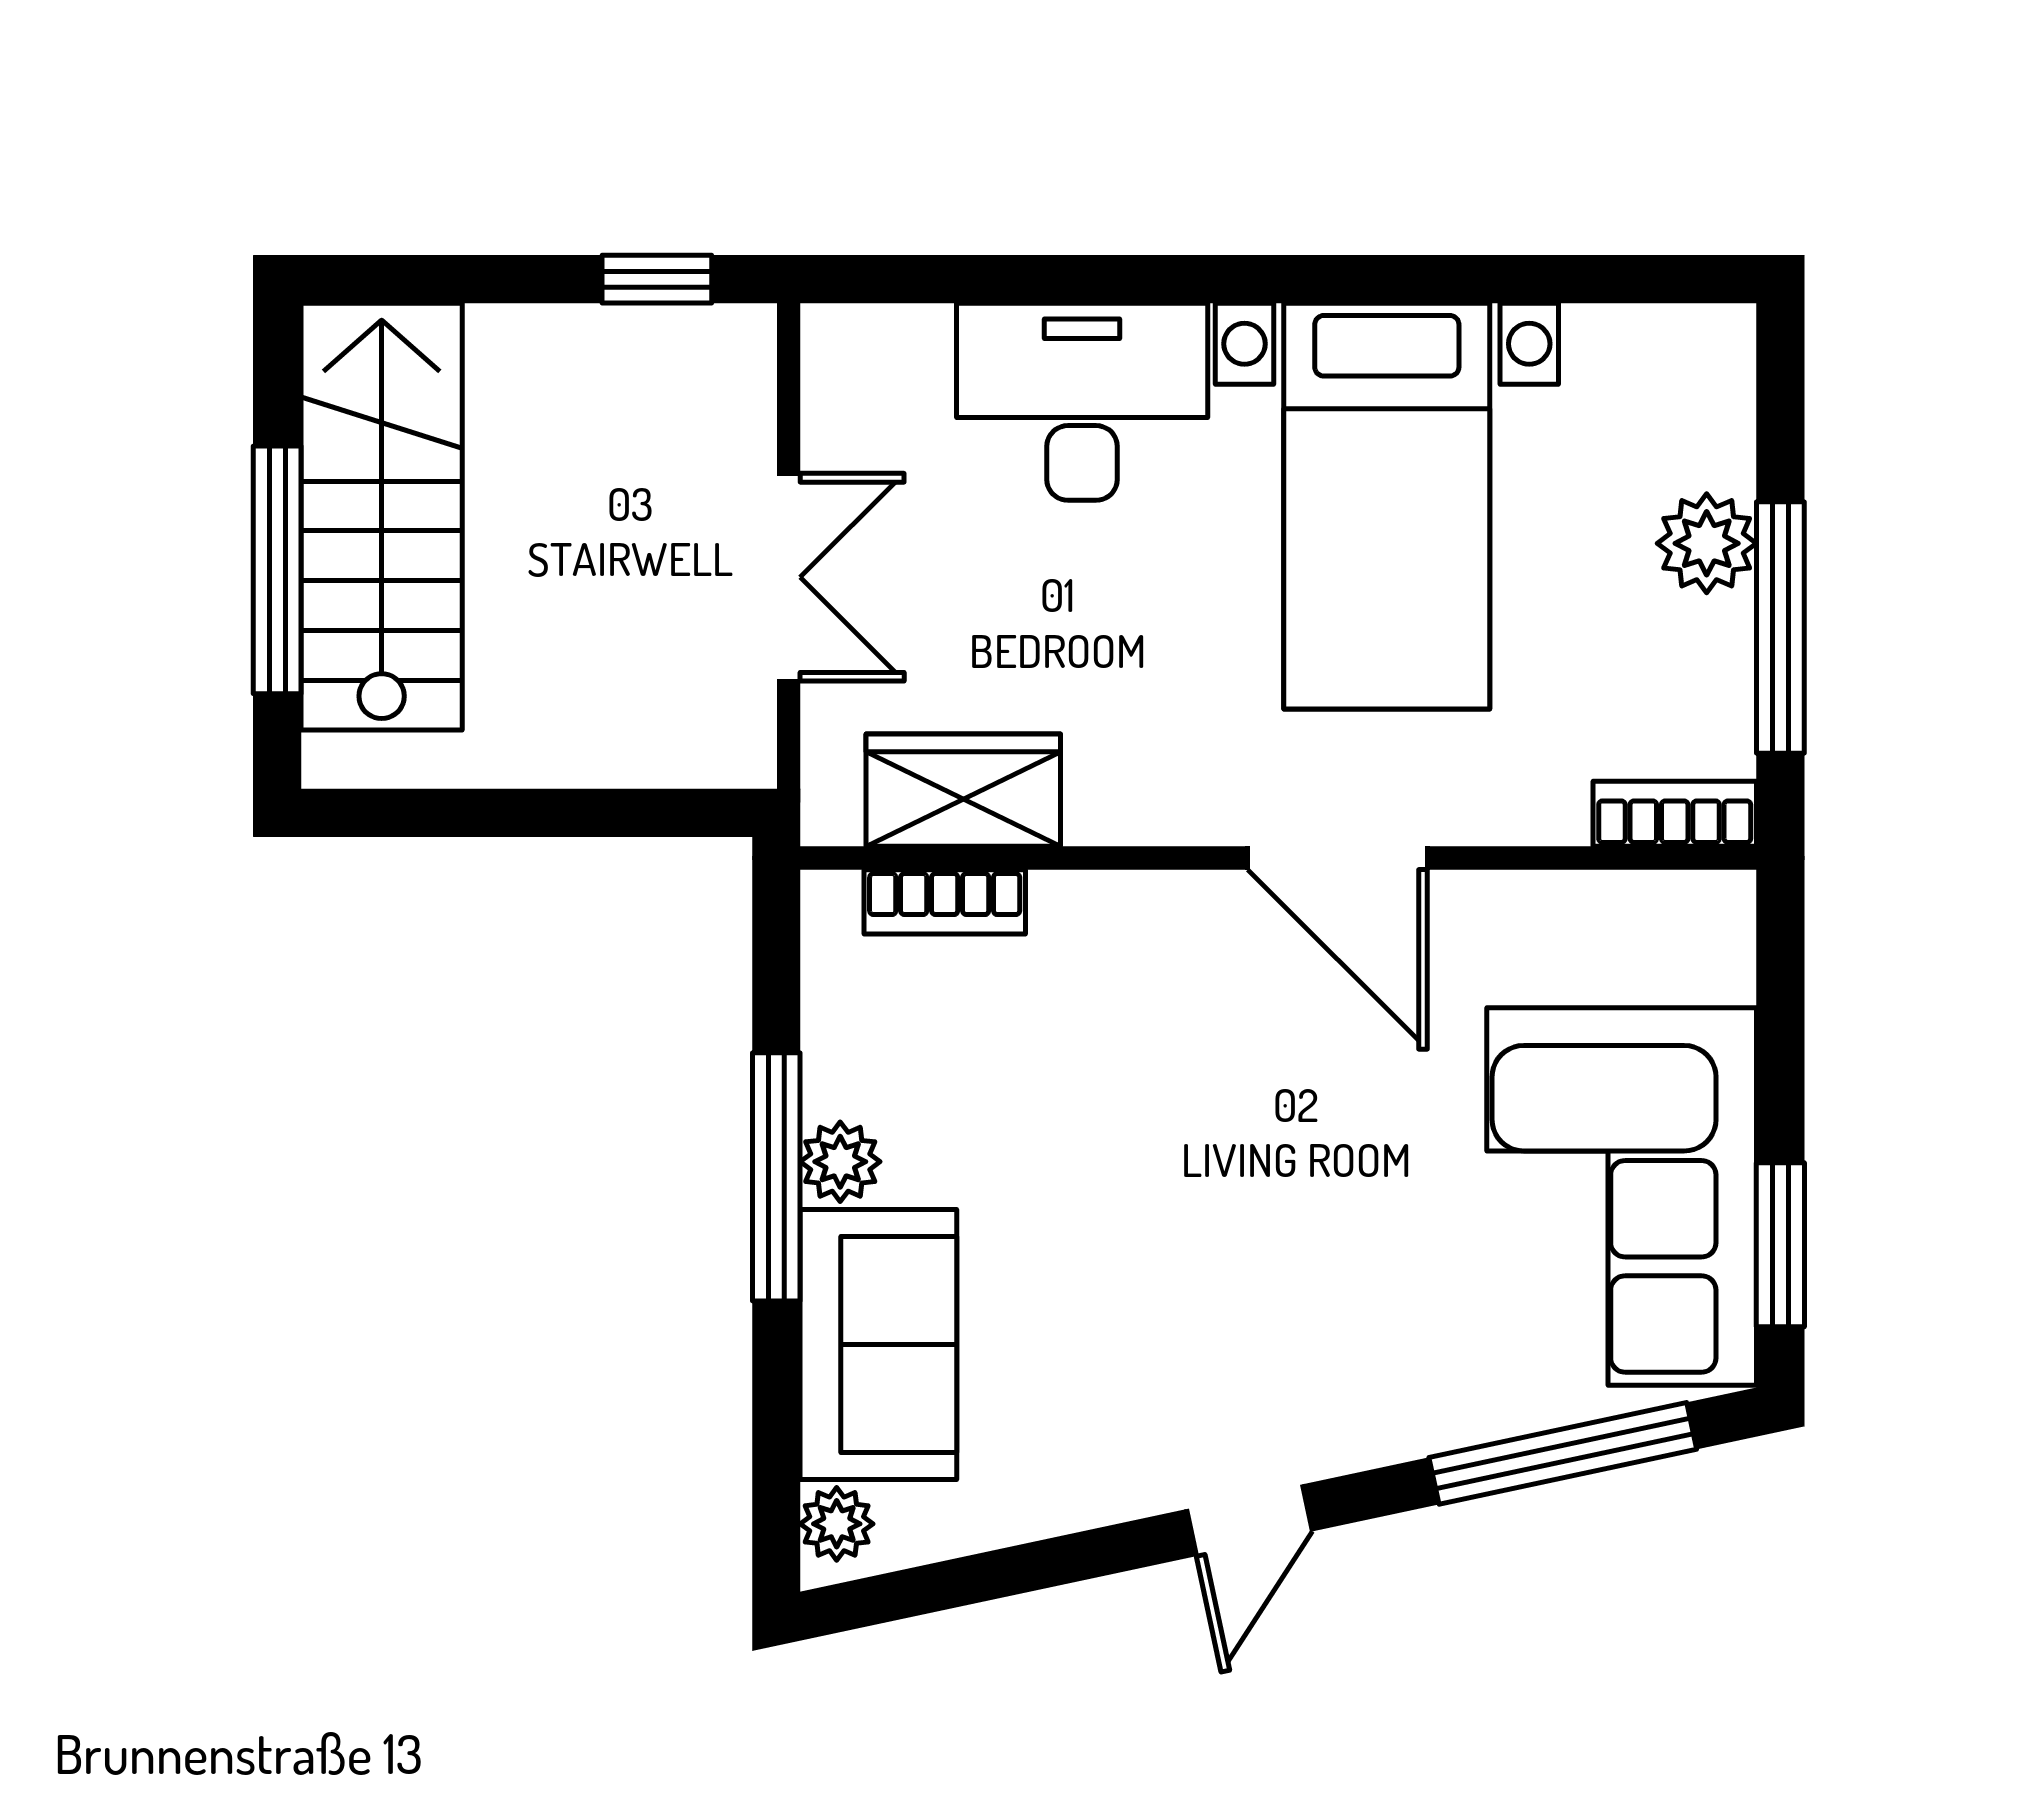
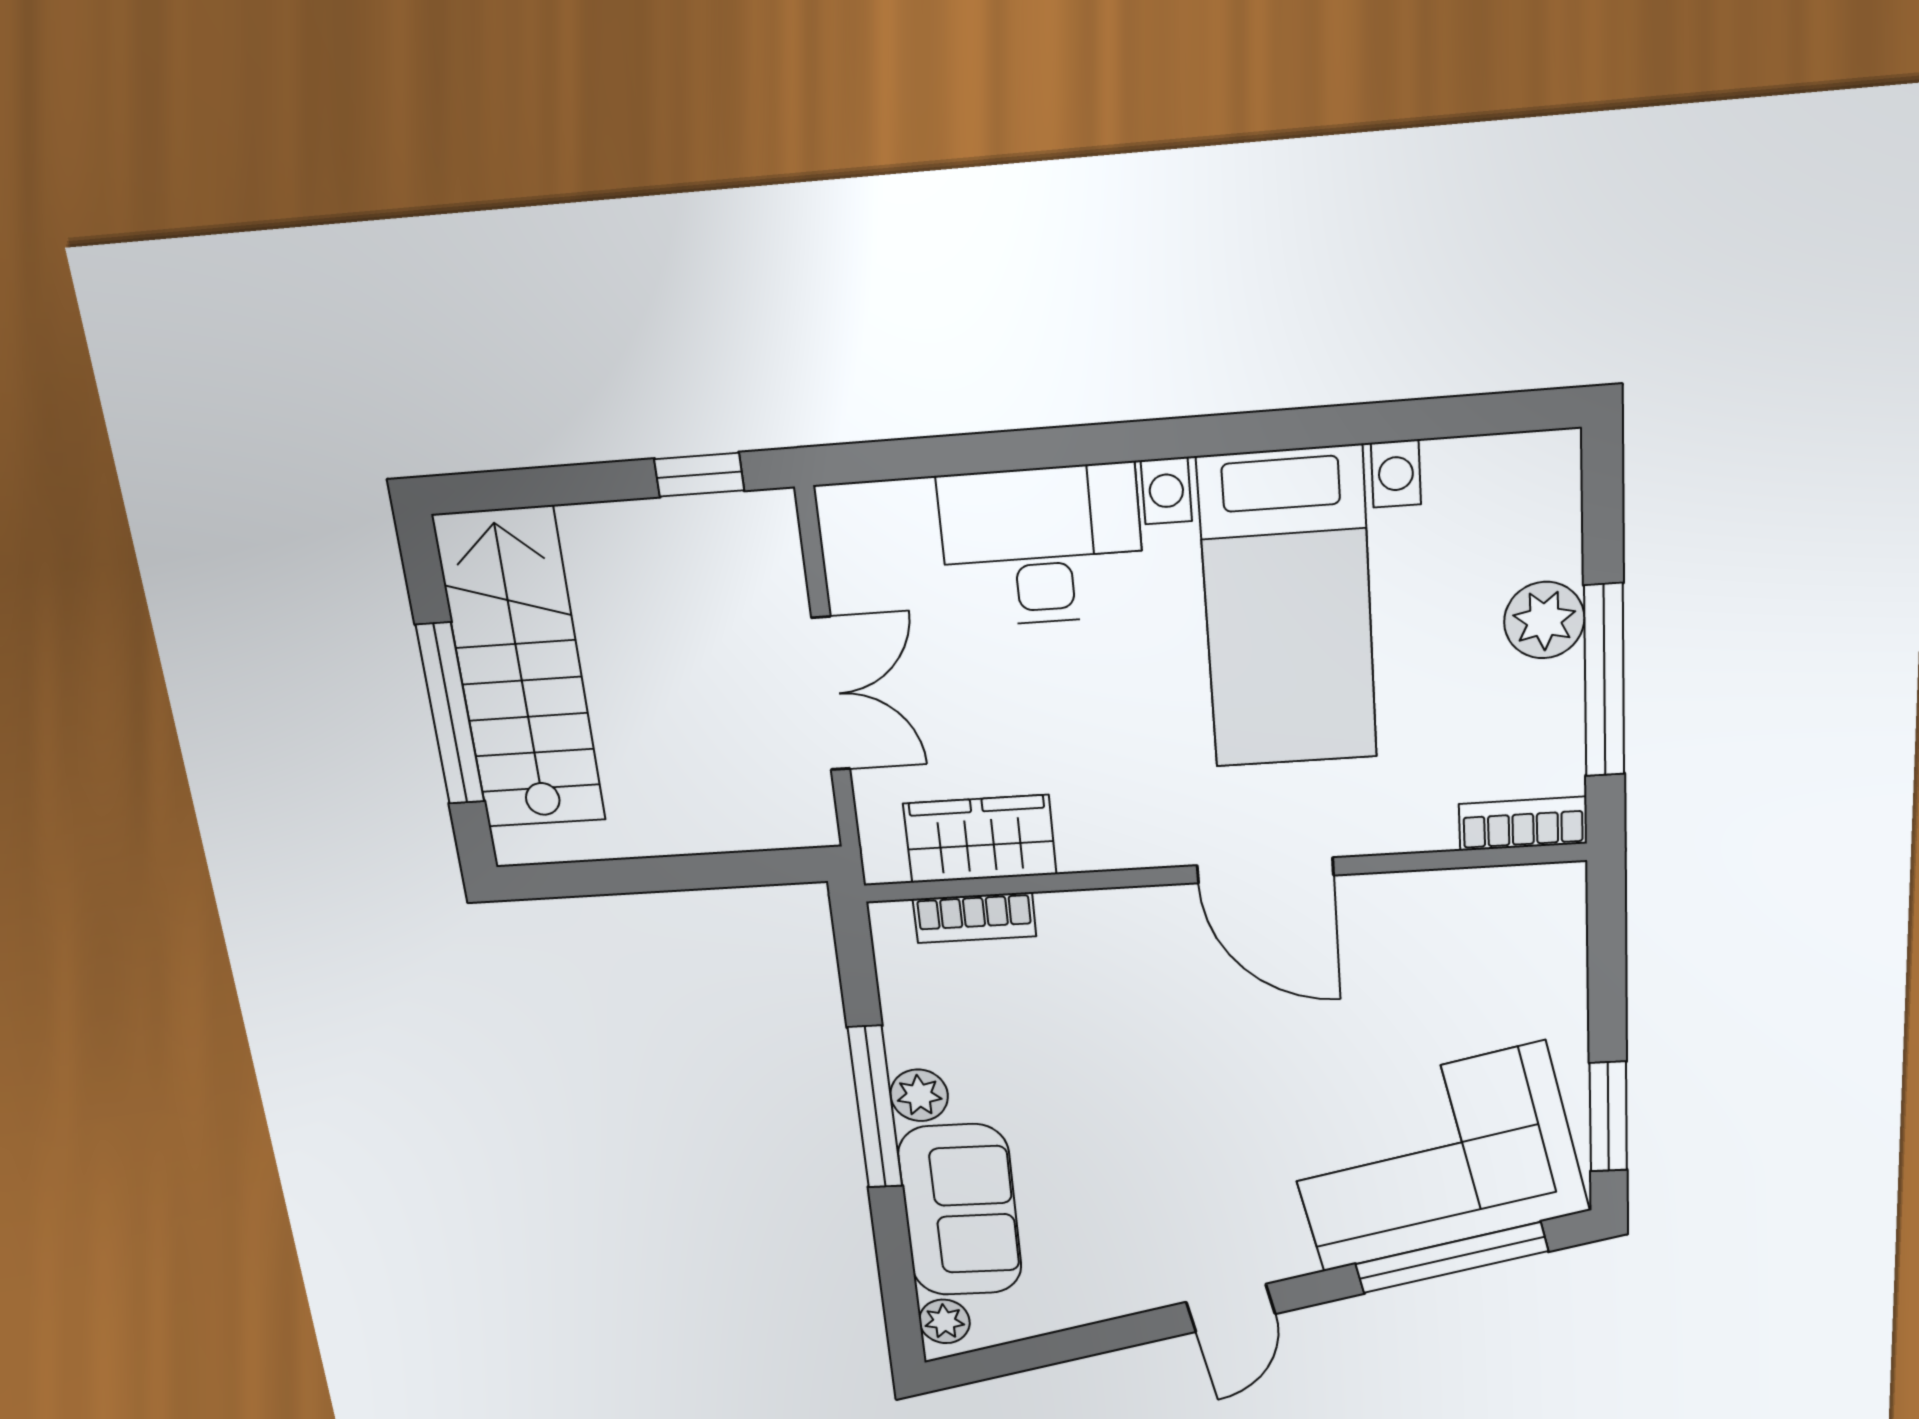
corner sofa: (1622, 1196) -> (1432, 1158), moved, turned 78

